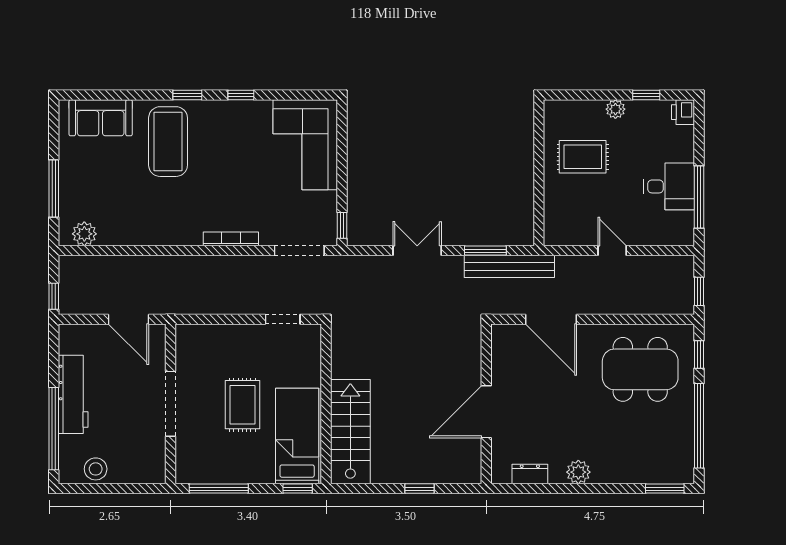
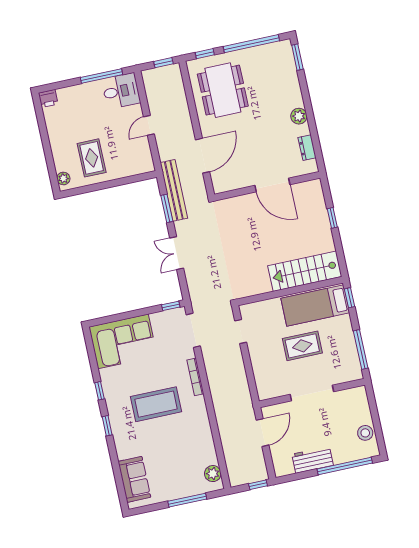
window: (646, 95) -> (42, 125), removed
plant: (615, 109) -> (63, 178), moved
coffee table: (168, 142) -> (156, 404), moved
desk: (669, 186) -> (121, 91), moved, turned 90
workbench: (73, 394) -> (313, 460), width x0.73

